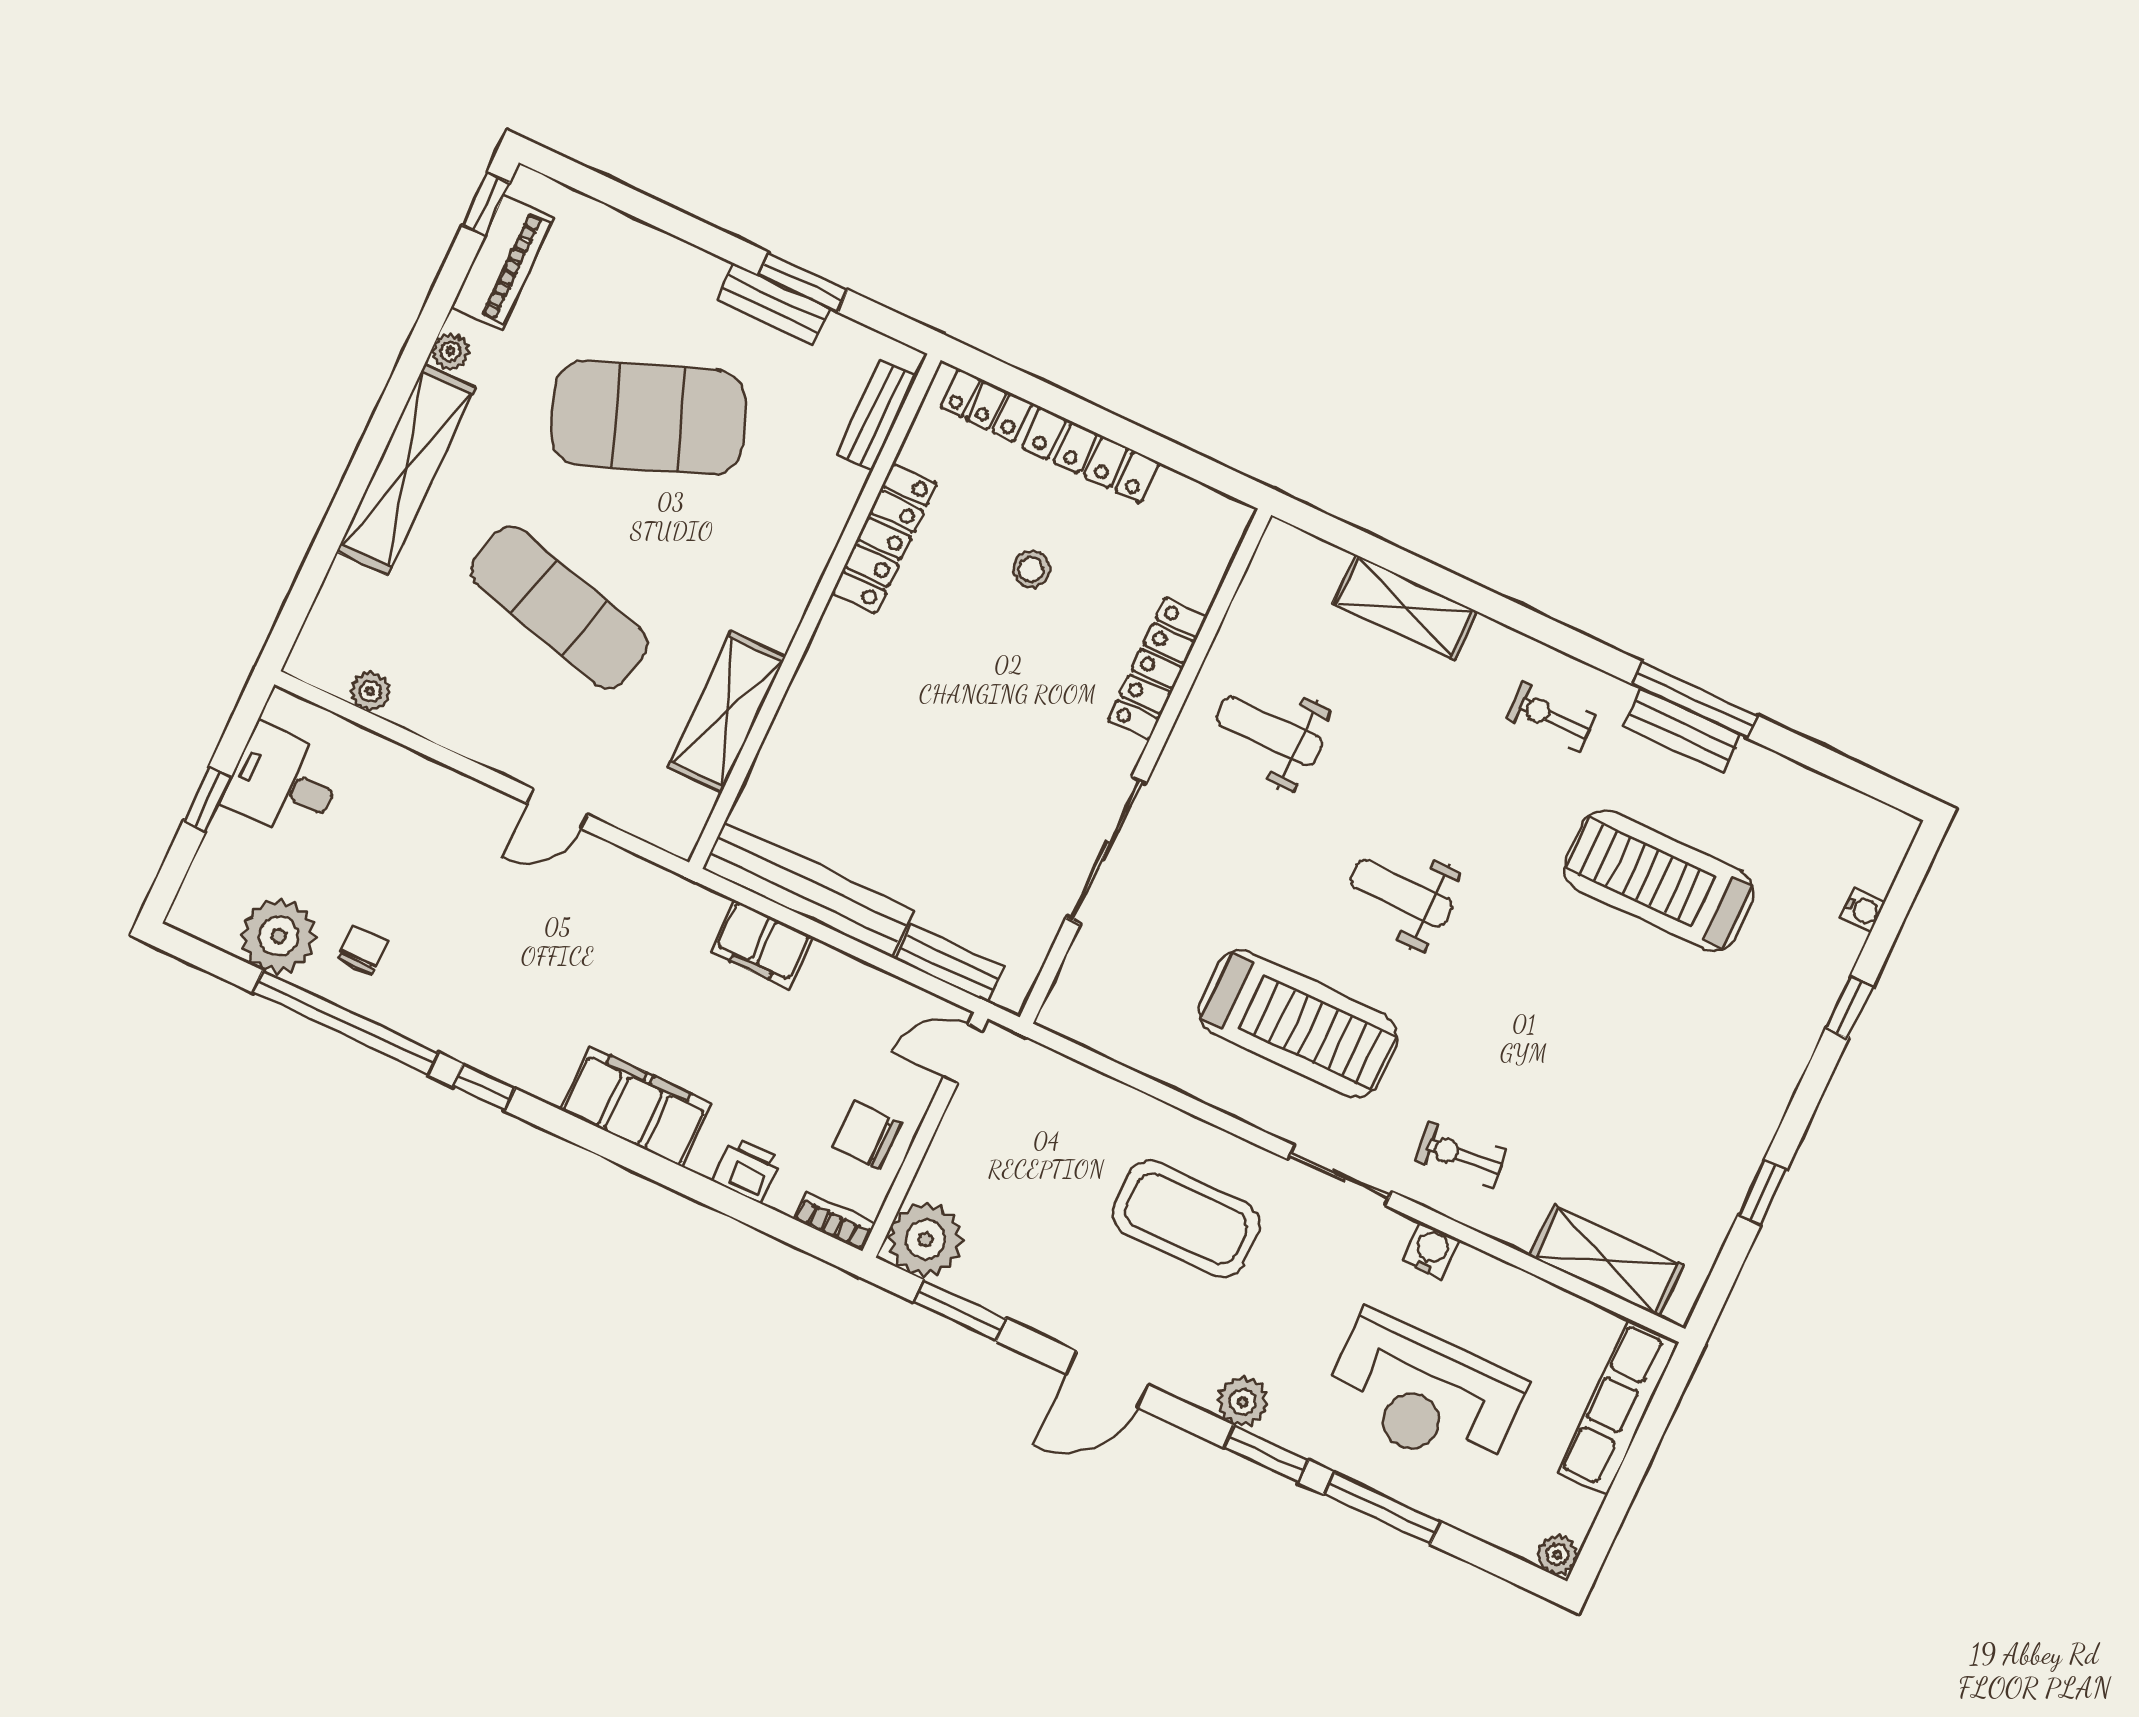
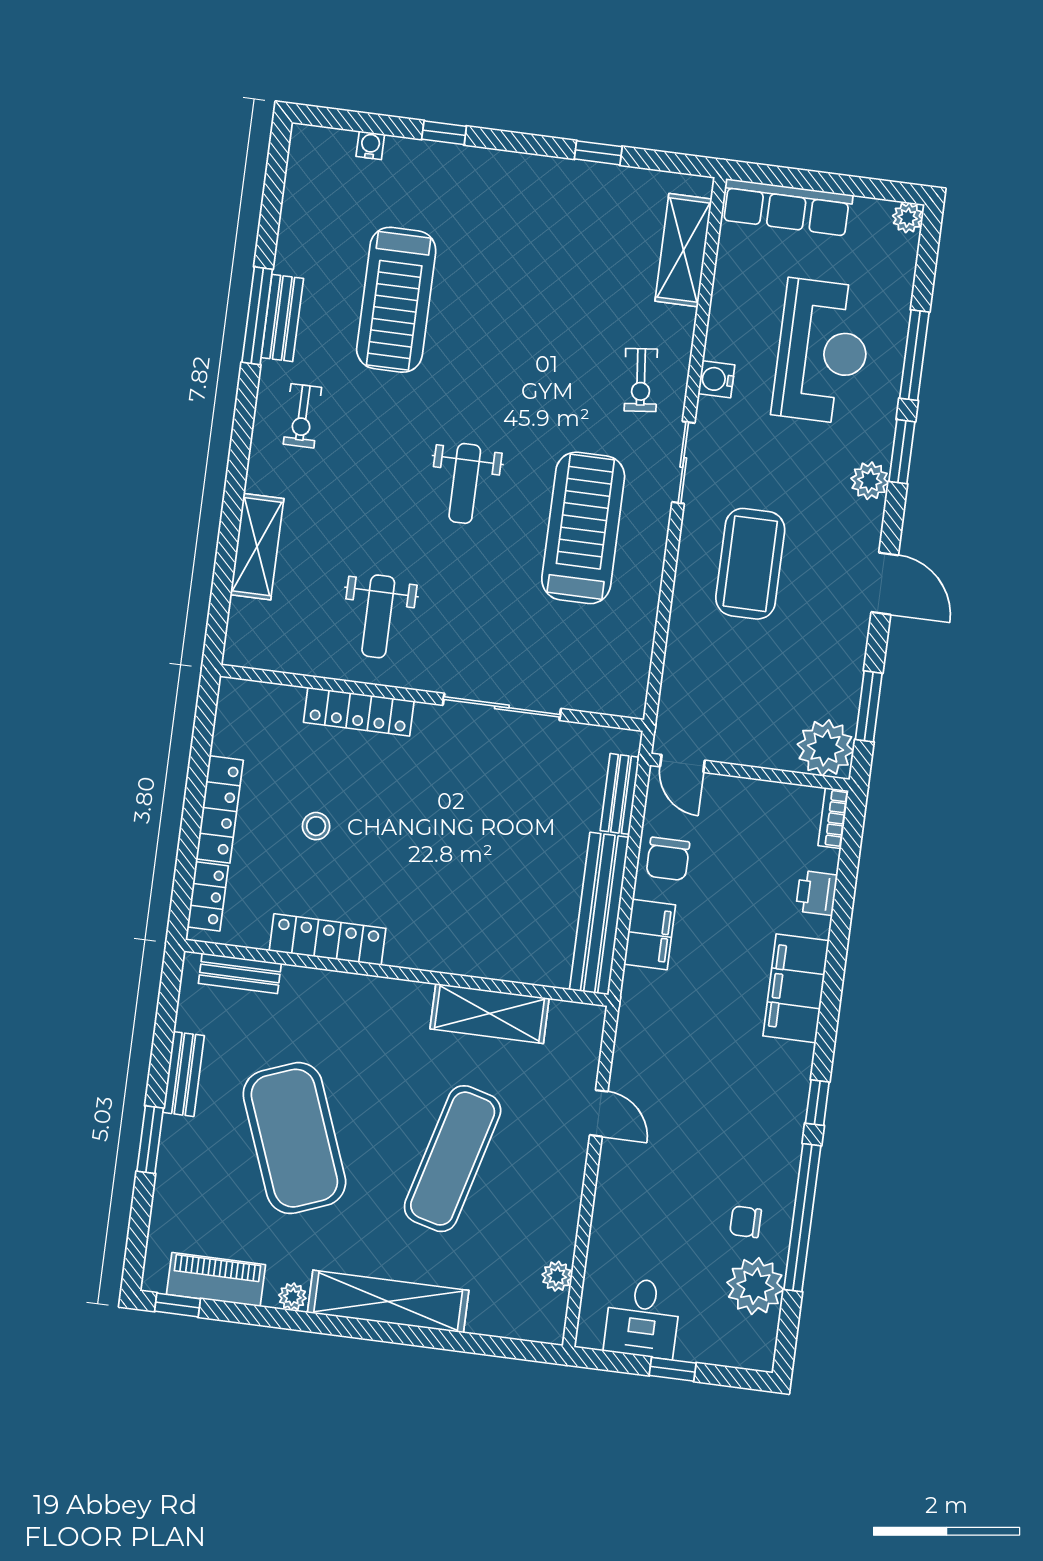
window: (803, 282) -> (150, 1140), moved
chair: (866, 1135) -> (668, 859), moved

